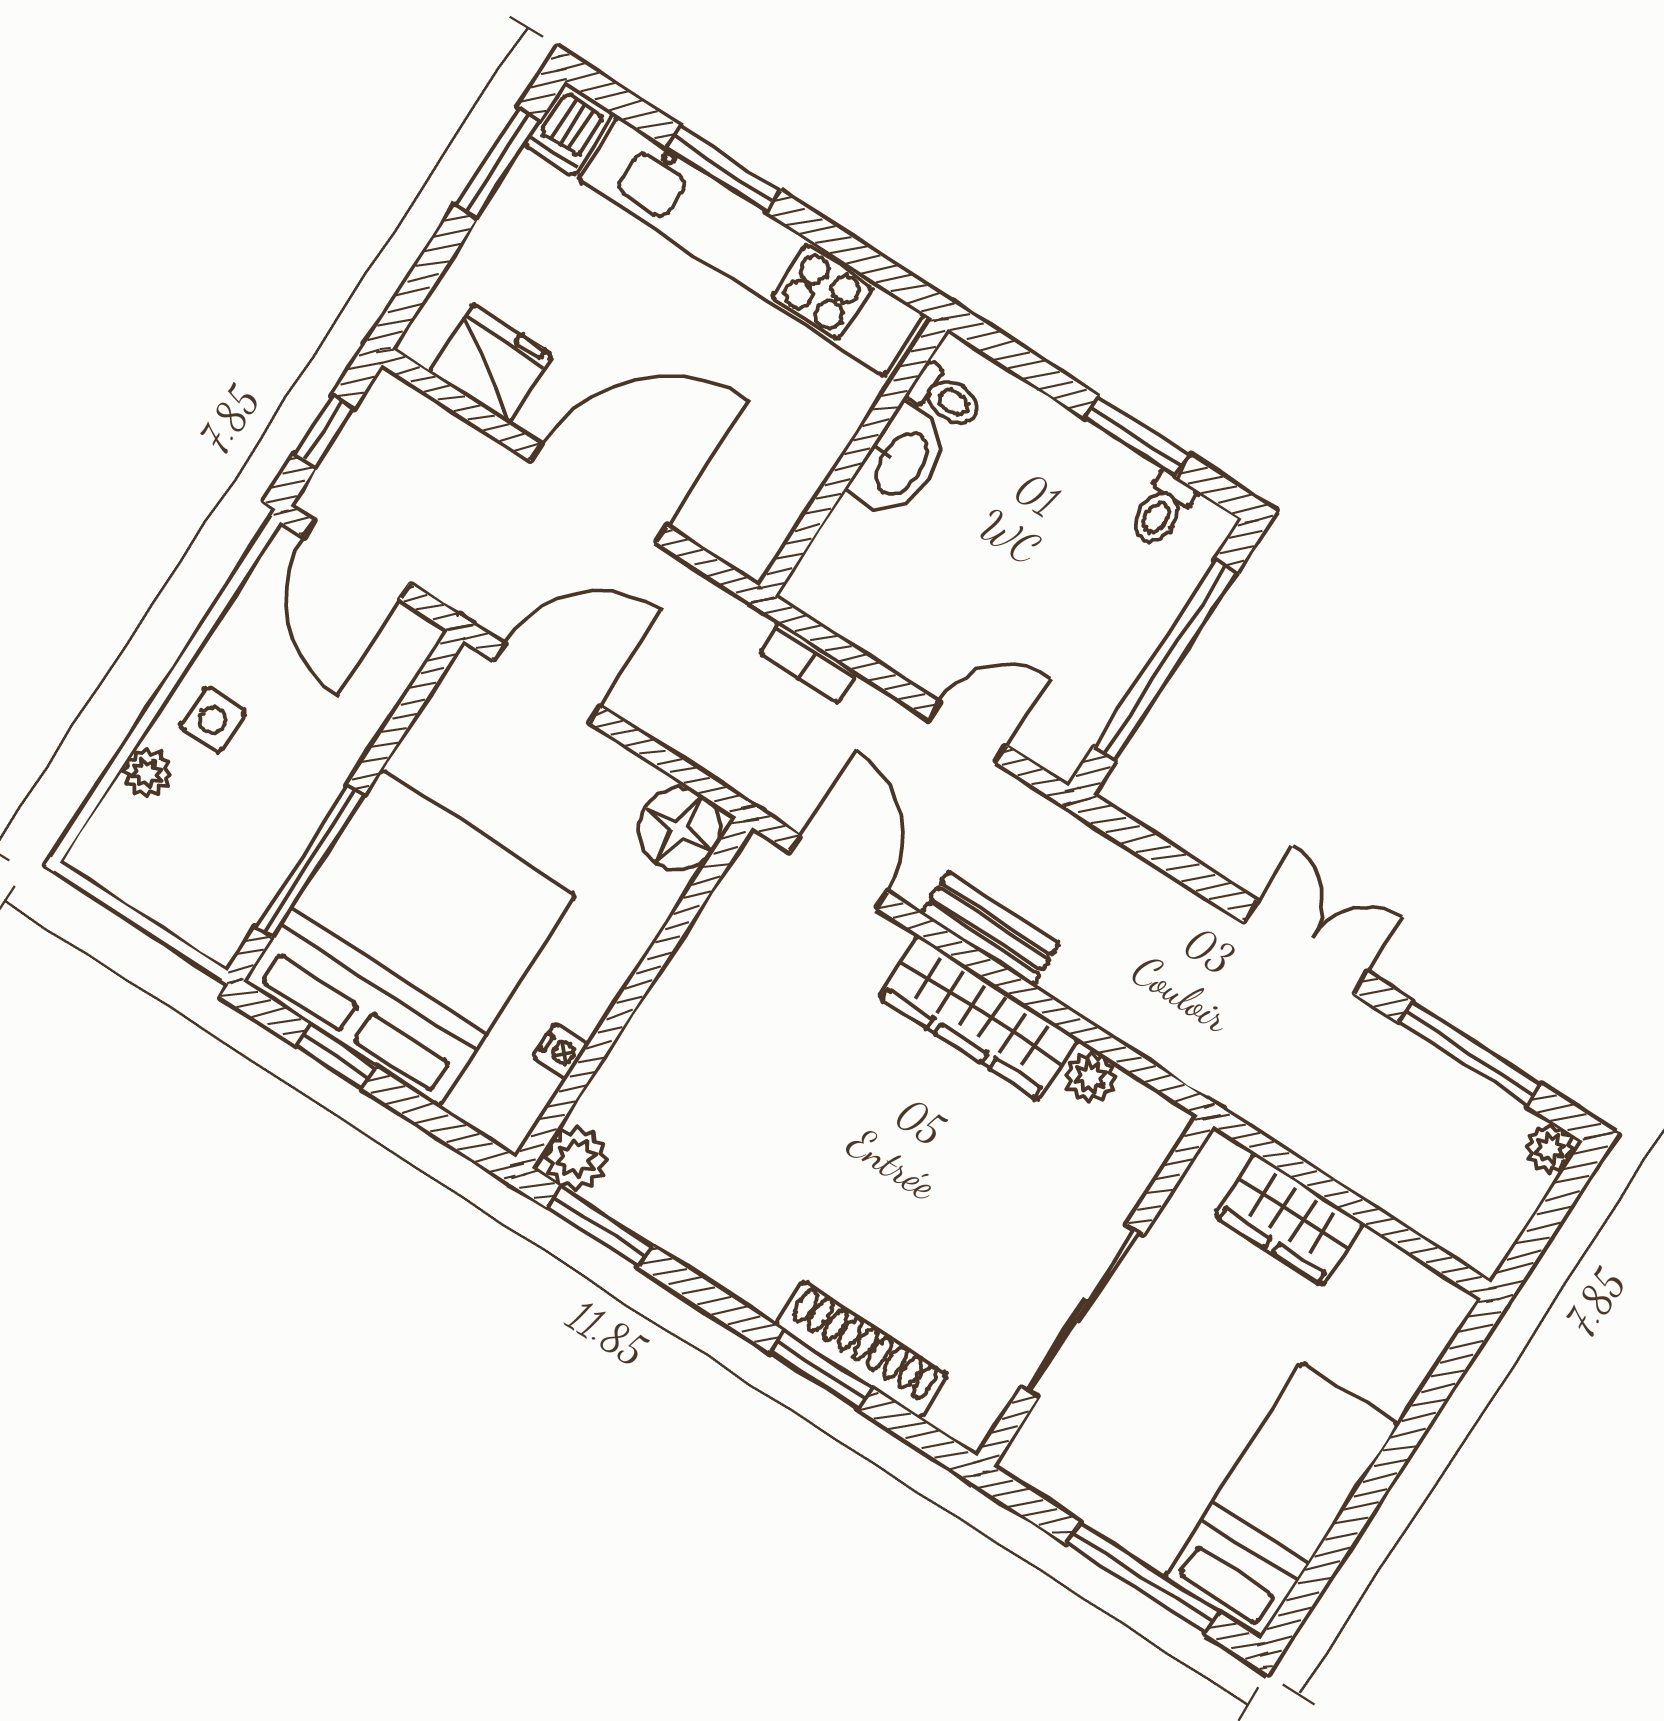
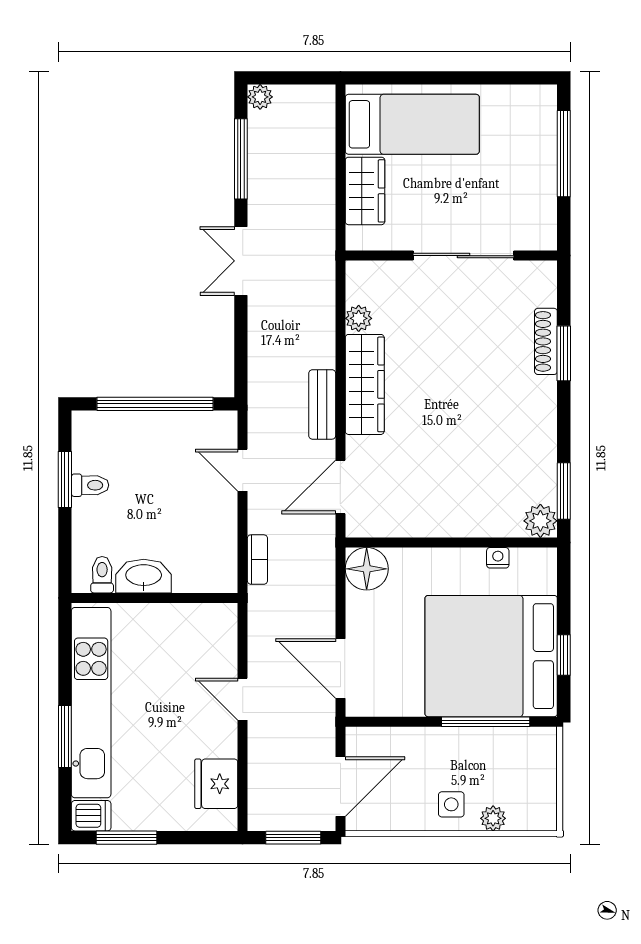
window: (324, 431) -> (293, 838), width x1.50
door: (599, 494) -> (243, 699), width x0.53
toilet: (1162, 509) -> (90, 485), moved
shoe rack: (862, 1350) -> (546, 341), width x0.74, depth x0.81
bed: (1282, 1500) -> (412, 124), moved, turned 180

